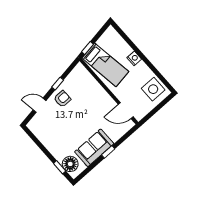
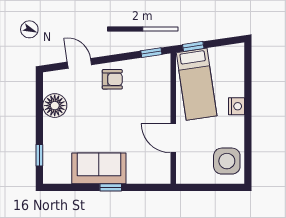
window: (58, 84) -> (151, 53), moved
door: (126, 111) -> (173, 138), moved
floor lamp: (70, 164) -> (55, 106), moved

